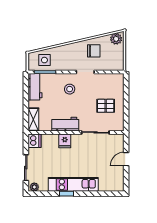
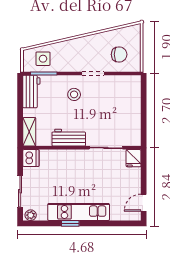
plant: (116, 39) -> (131, 33), removed
chair: (94, 51) -> (119, 54), moved
pallet: (106, 106) -> (118, 115), removed
fridge: (65, 141) -> (134, 158), moved
door: (126, 159) -> (144, 203), moved

